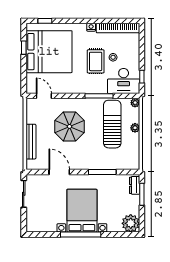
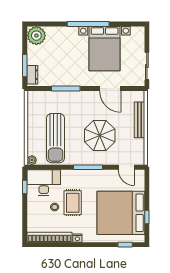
window: (99, 96) -> (88, 167), moved
plant: (135, 128) -> (32, 134), removed
bed with nightstands: (82, 211) -> (105, 49), moved

